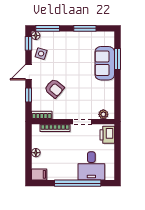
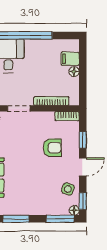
armchair: (54, 88) -> (52, 148), turned 140
filing cabinet: (39, 174) -> (70, 59), moved

